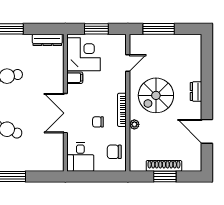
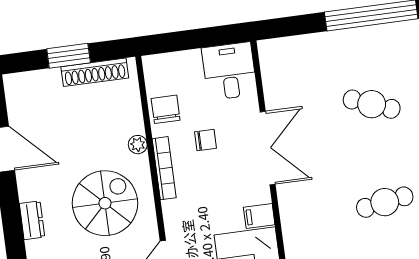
chair: (114, 152) -> (166, 109), moved, turned -90
shoe rack: (164, 166) -> (95, 72), moved

